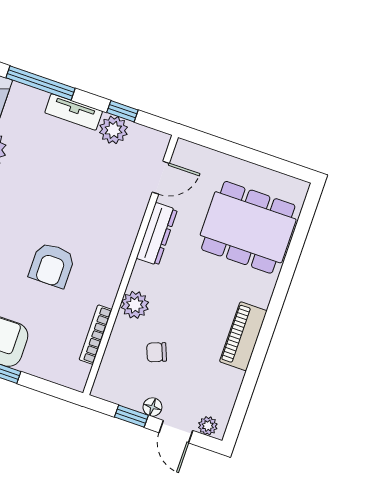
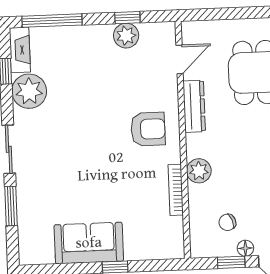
tv unit: (74, 112) -> (88, 34), removed
armchair: (52, 265) -> (148, 129), moved, turned -90
bookcase: (96, 335) -> (176, 190), moved
chair: (157, 352) -> (227, 222), moved

